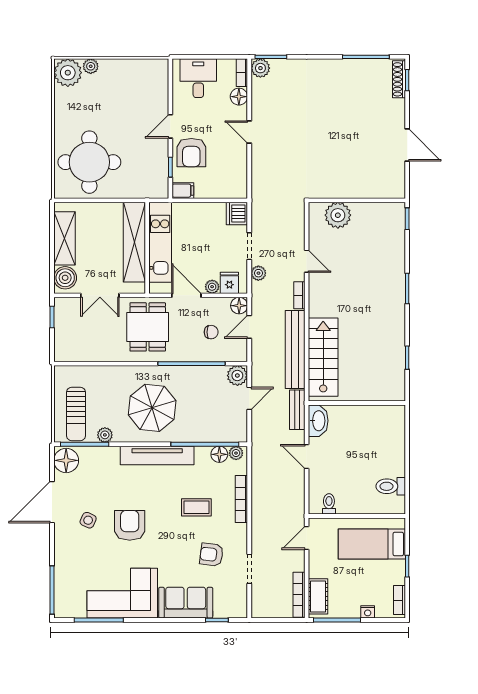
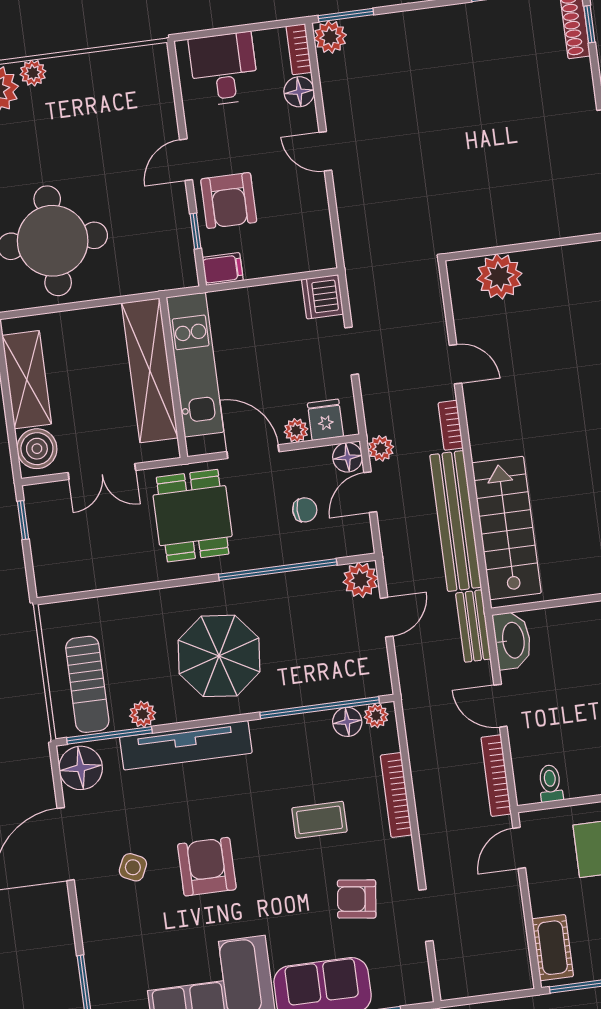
plant: (258, 273) -> (381, 448), moved
tv unit: (157, 455) -> (186, 745), moved
bookcase: (299, 595) -> (496, 776), moved

